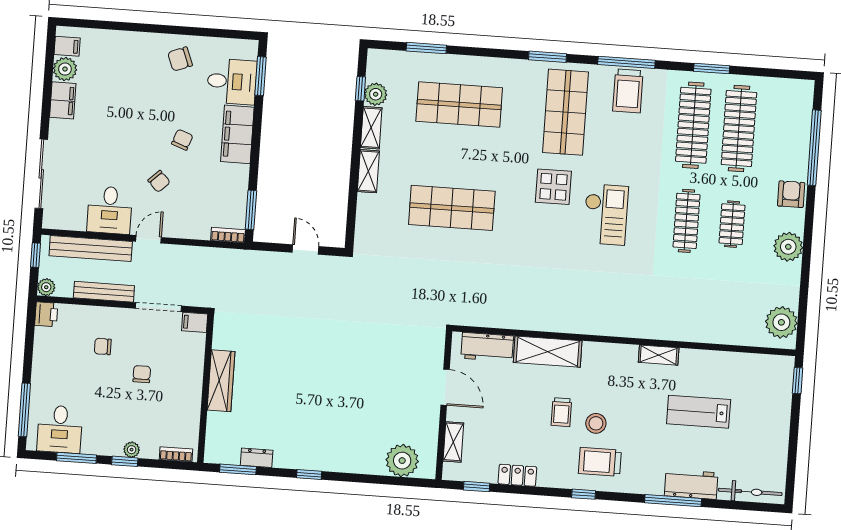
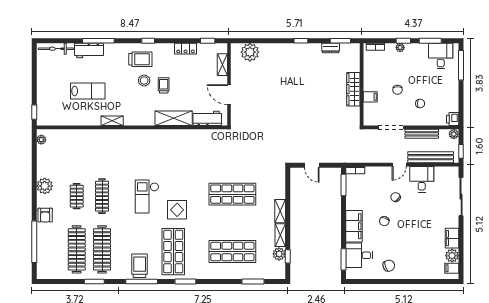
filing cabinet: (195, 322) -> (370, 97), moved
plant: (781, 322) -> (41, 140), width x0.53, depth x0.53

